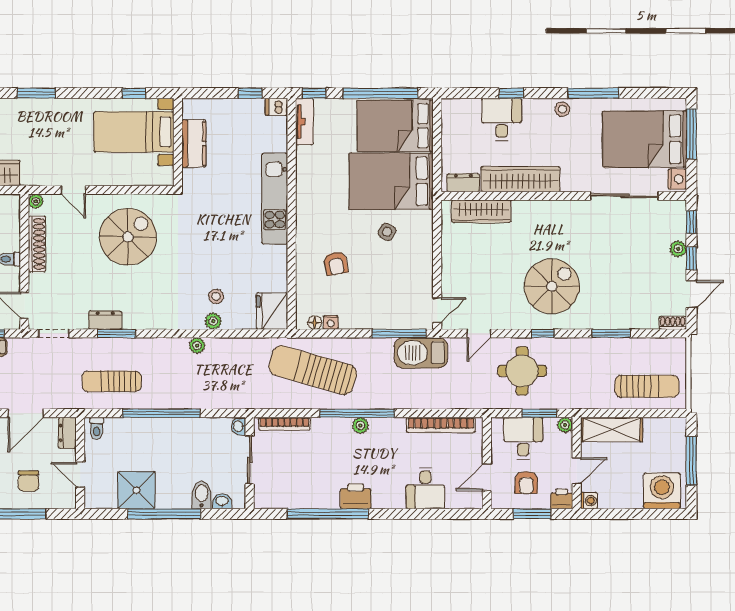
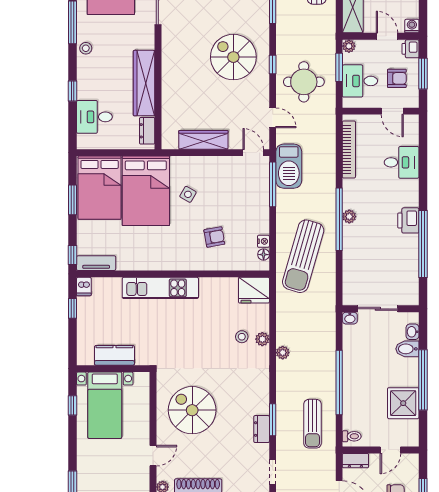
window: (380, 93) -> (72, 200), width x0.47
desk: (502, 119) -> (94, 117), moved
wardrobe: (481, 211) -> (203, 140), moved, turned -90
bookcase: (284, 424) -> (348, 280), removed

